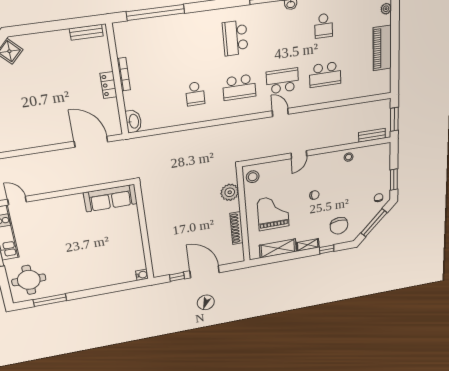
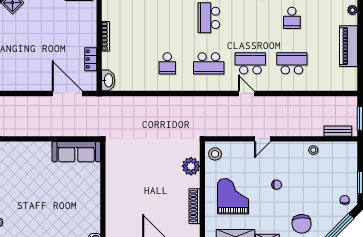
school desk: (325, 75) -> (292, 63), turned 180
locker: (108, 85) -> (91, 59), moved

